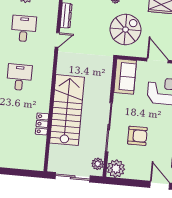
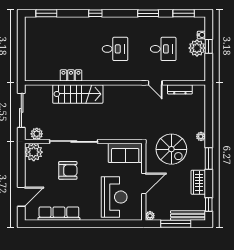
stairs: (67, 110) -> (78, 94), width x0.73, depth x0.66
armchair: (137, 136) -> (68, 170), turned -90

